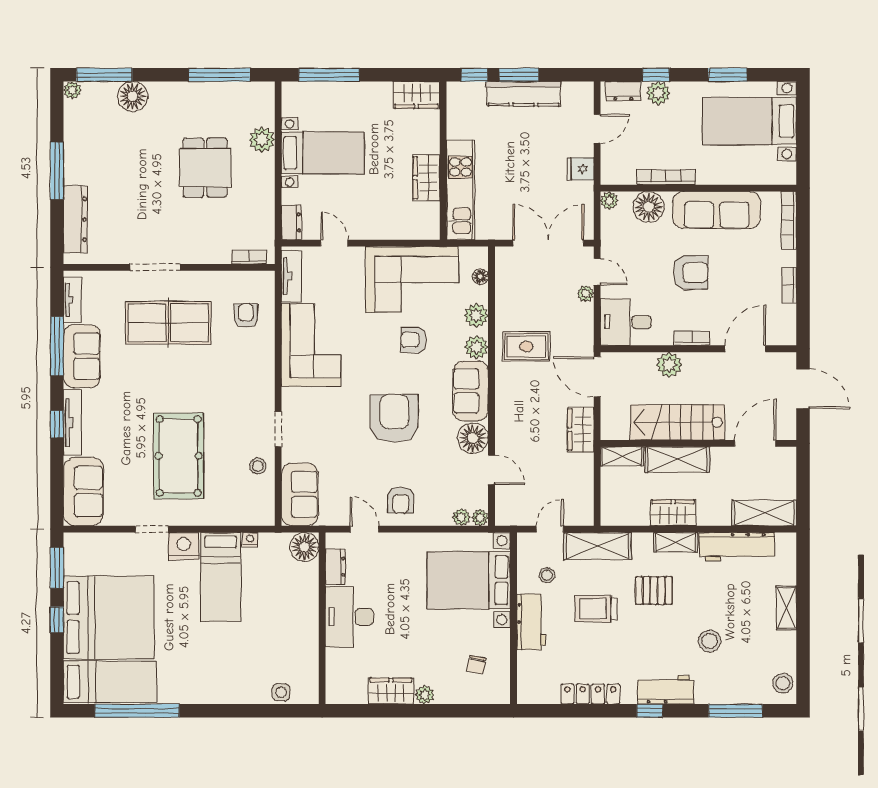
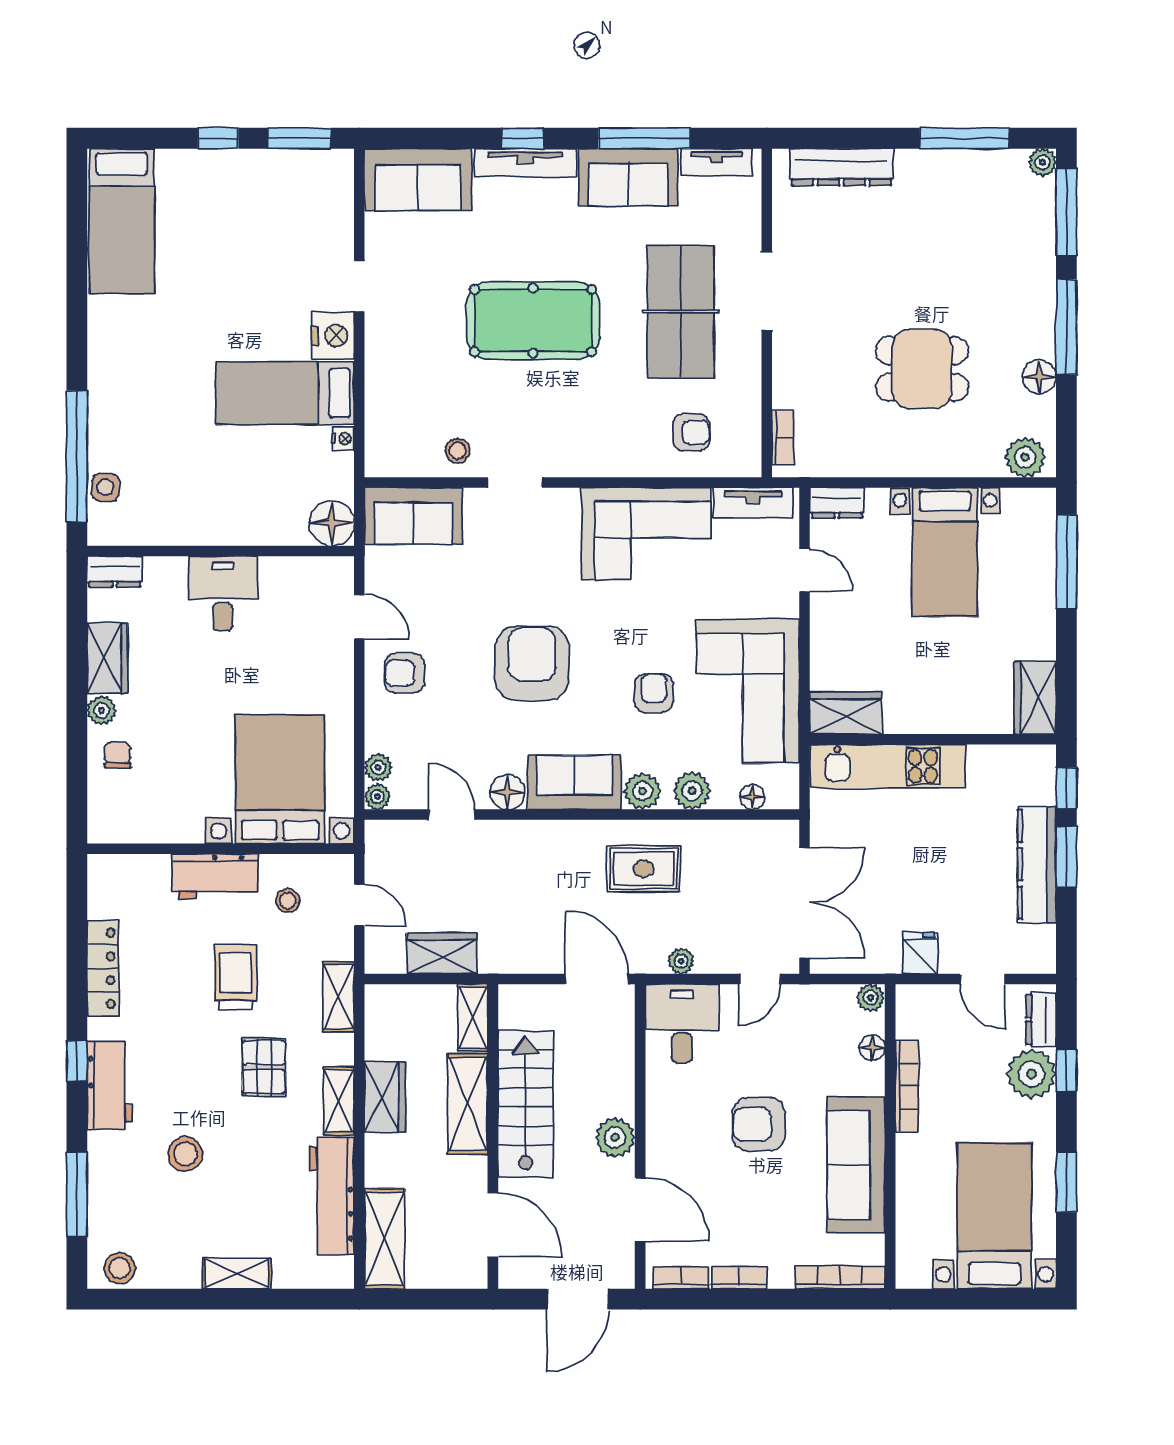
window: (219, 75) -> (1066, 327), moved
plant: (658, 93) -> (1031, 1074), width x1.36, depth x1.36
floor lamp: (133, 96) -> (1039, 377), moved, width x0.73, depth x0.73
plant: (262, 140) -> (1025, 457), moved
window: (57, 171) -> (964, 138), moved
wardrobe: (426, 178) -> (846, 713), moved
floor lamp: (649, 207) -> (872, 1048), width x0.53, depth x0.53
door: (334, 243) -> (805, 570), hinge flipped
armchair: (691, 272) -> (759, 1124), turned 90
plant: (586, 294) -> (681, 961), moved
bookcase: (692, 338) -> (681, 1278), moved, turned -90
rug: (526, 347) -> (643, 869), turned 90
plant: (669, 365) -> (615, 1137), moved
door: (597, 377) -> (596, 979), hinge flipped
armchair: (394, 418) -> (532, 663), turned -90
wardrobe: (581, 429) -> (442, 953), moved
floor lamp: (473, 438) -> (507, 792), width x0.73, depth x0.73
pool table: (179, 456) -> (533, 321), moved
door: (492, 470) -> (452, 815), swing flipped
door: (364, 529) -> (359, 617), hinge flipped
shelving: (597, 546) -> (338, 997), width x0.67, depth x0.75
dresser: (335, 567) -> (115, 572), moved
bed: (109, 617) -> (222, 219), removed
desk: (349, 617) -> (223, 593), width x0.73
chair: (476, 665) -> (118, 755), moved, turned 79
window: (137, 711) -> (77, 456), moved

